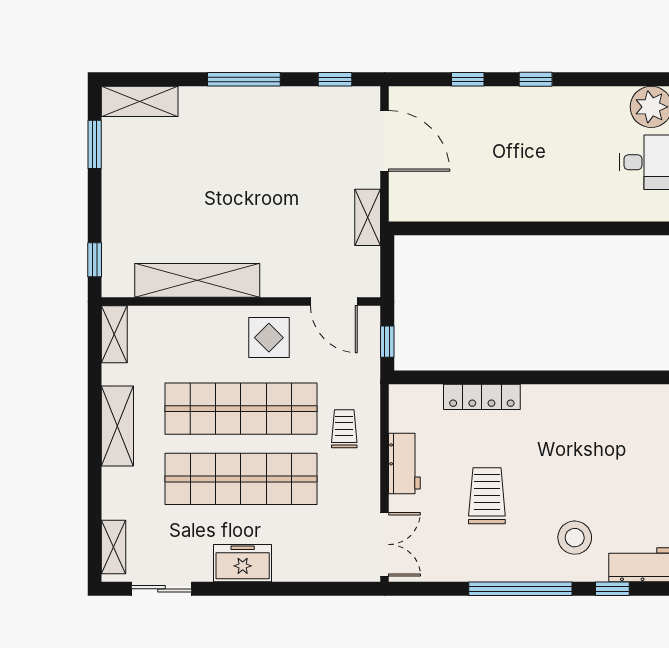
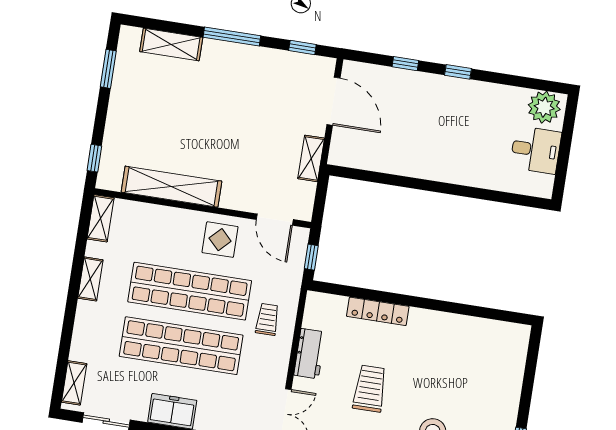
shelving: (140, 101) -> (171, 44), moved
shelving: (117, 426) -> (90, 279), width x0.67, depth x0.75

